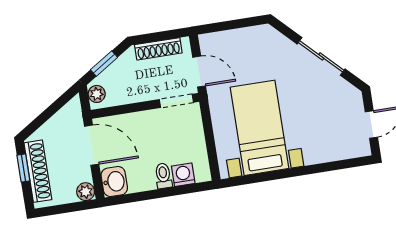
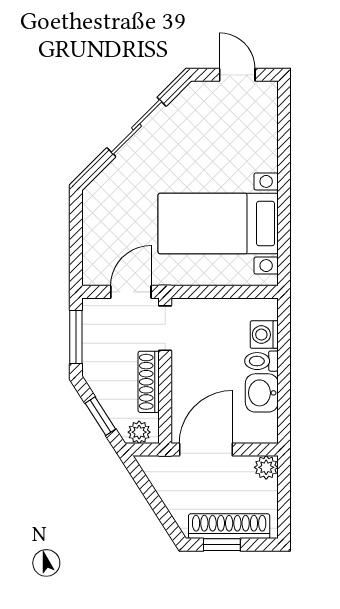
window: (159, 36) -> (76, 337), added
shoe rack: (158, 49) -> (149, 382), moved, turned 180
washbasin: (114, 182) -> (262, 393), moved, turned -90

